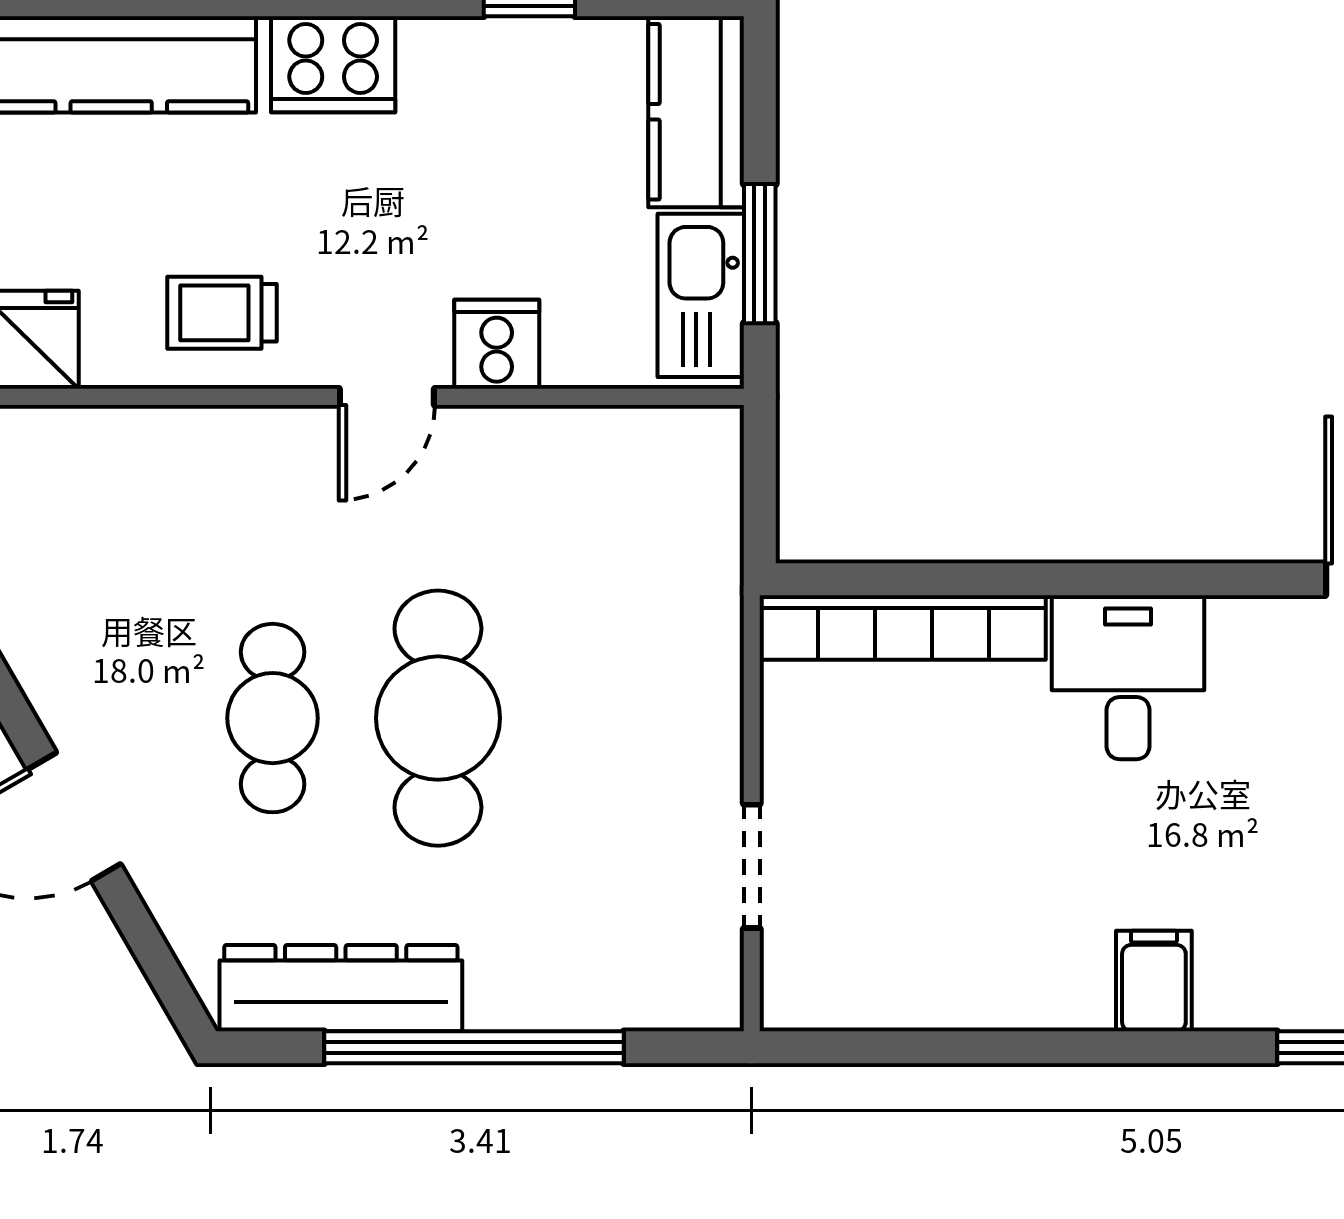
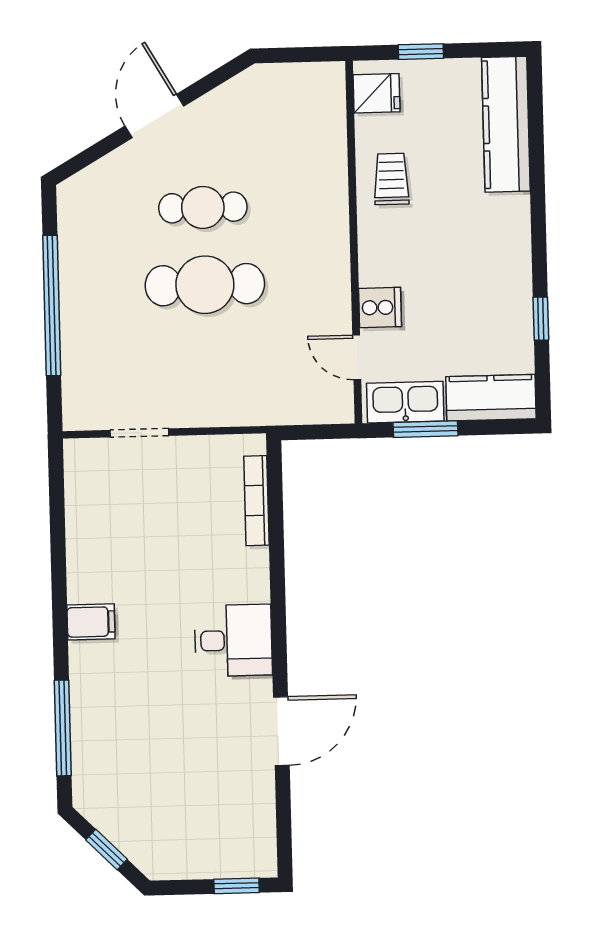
cooker: (333, 64) -> (509, 228), removed
door: (387, 397) -> (357, 357), moved
bookcase: (903, 627) -> (256, 501), width x0.68, depth x0.76
desk: (1128, 677) -> (233, 640), moved
dresser: (341, 988) -> (78, 243), removed

